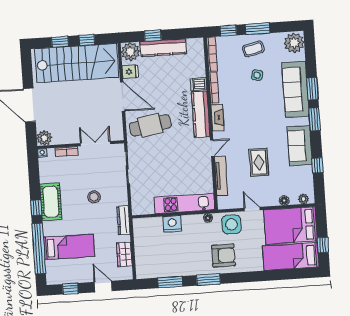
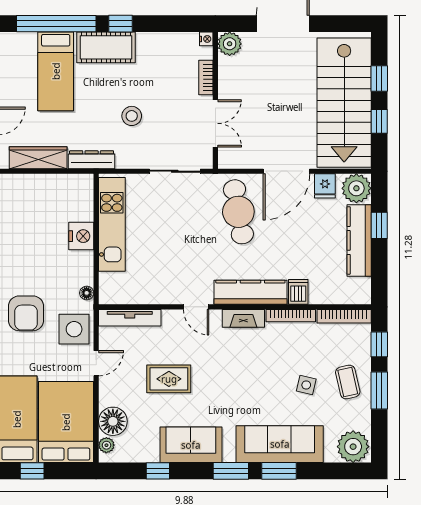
tv unit: (221, 176) -> (130, 318), moved
floor lamp: (284, 200) -> (113, 421), width x1.89, depth x1.89
cot: (51, 202) -> (106, 47), moved
kitchen unit: (184, 204) -> (112, 224), moved
wardrobe: (124, 254) -> (38, 158), width x1.50

